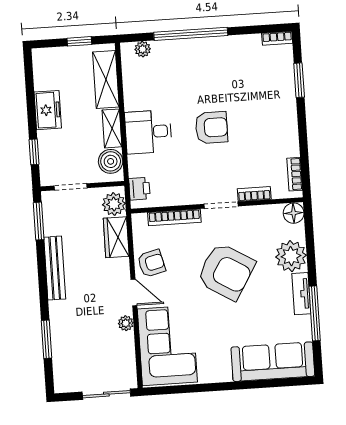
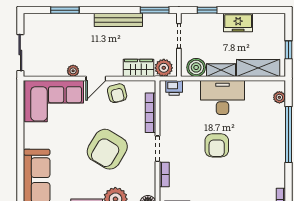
desk: (148, 132) -> (223, 97), width x1.37

